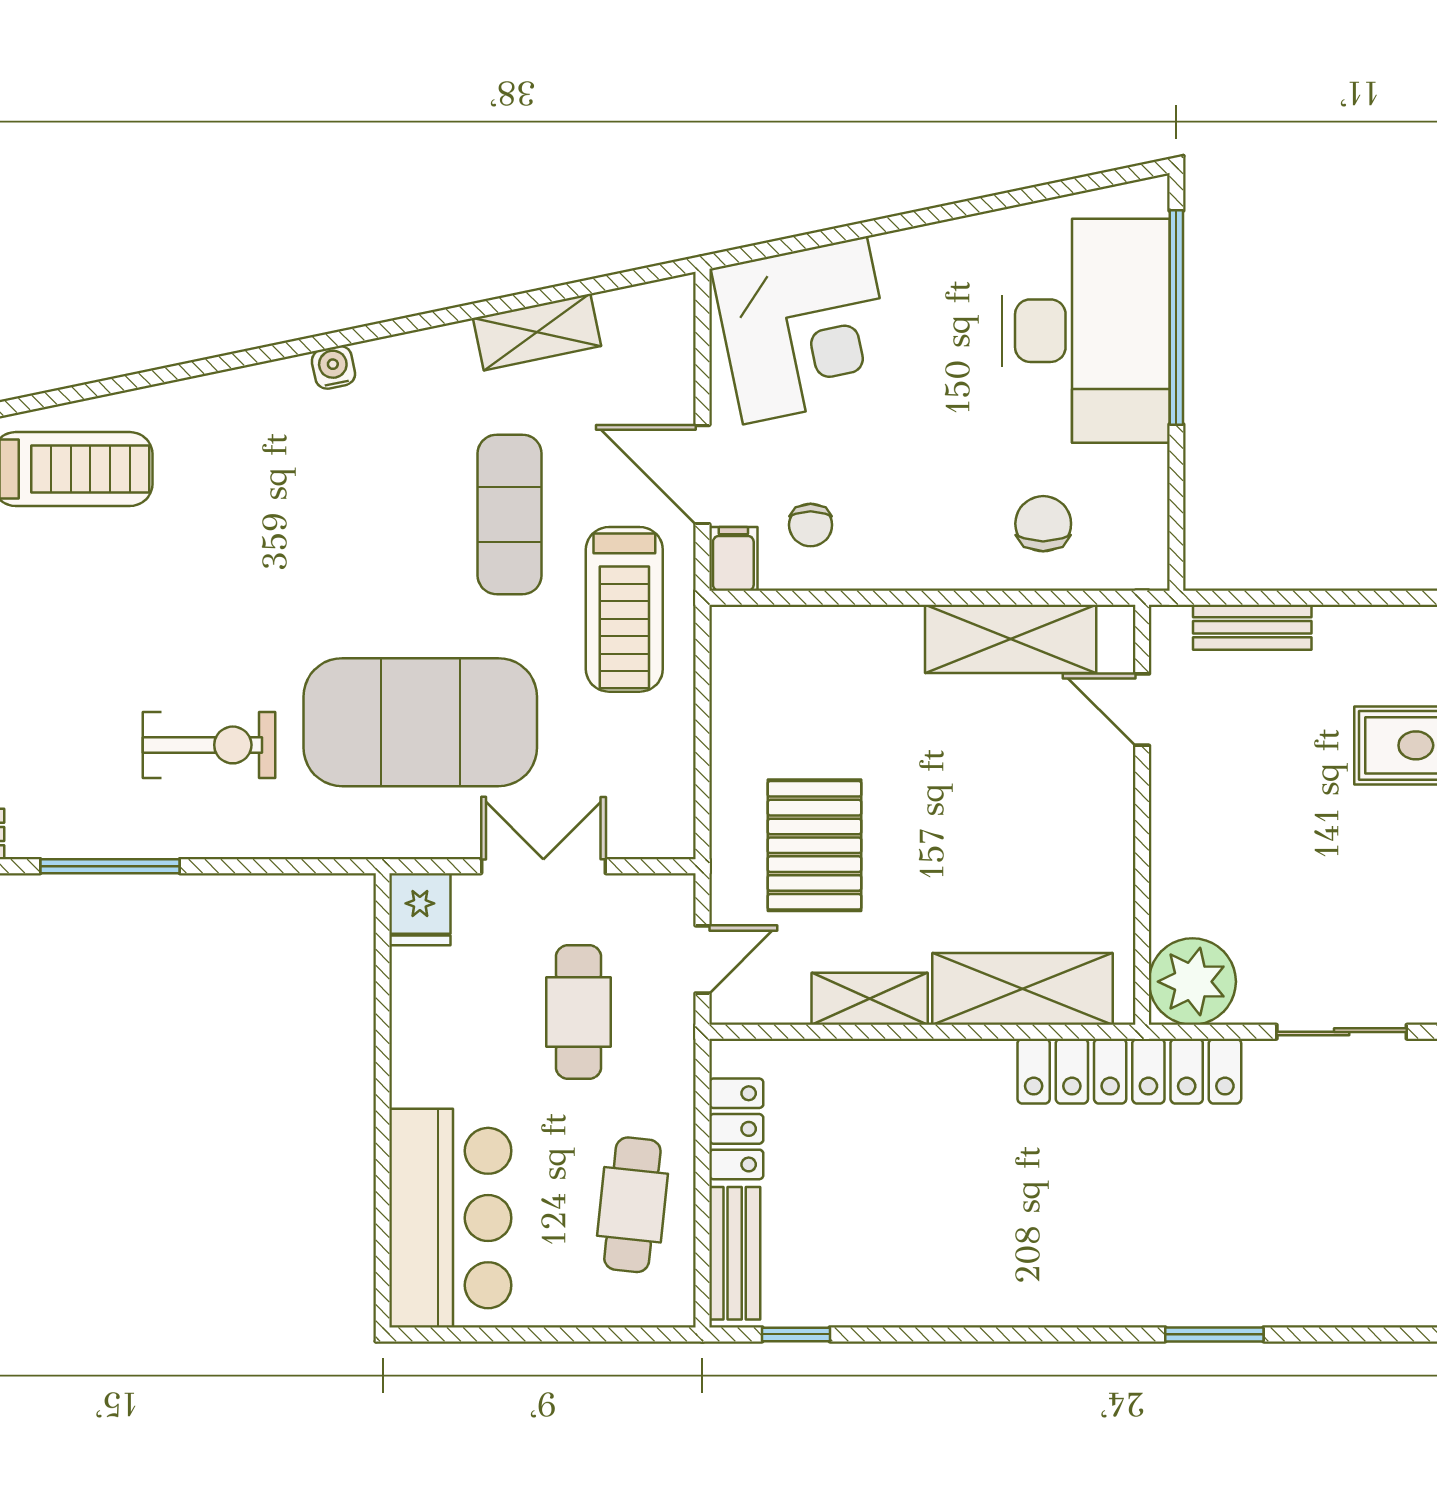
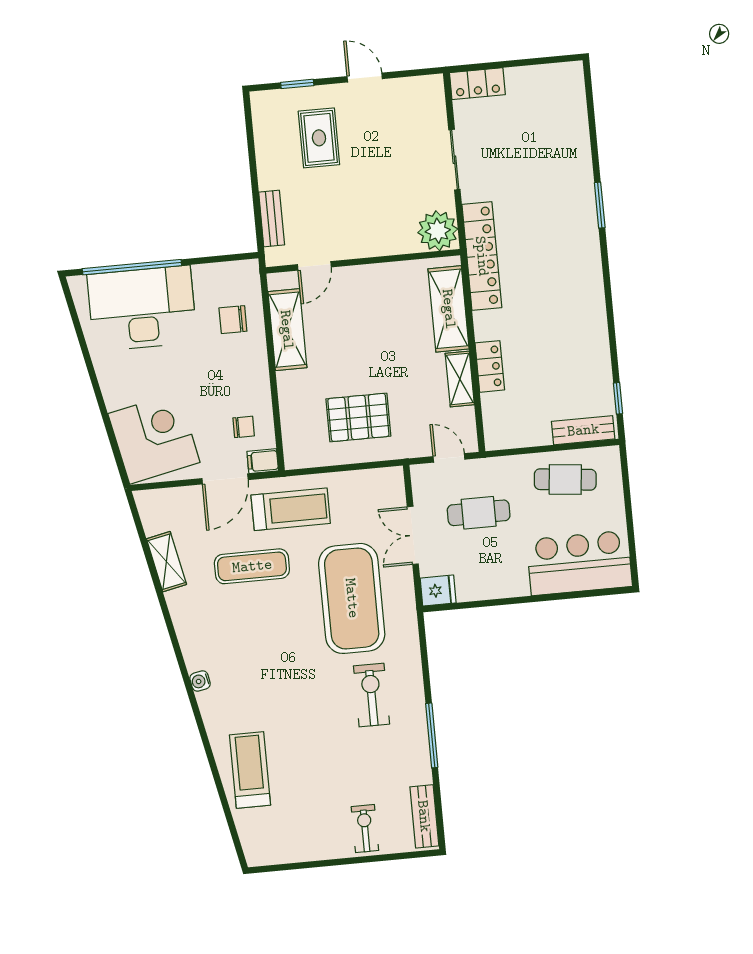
water cooler: (333, 367) -> (200, 681), moved
pallet: (814, 845) -> (358, 417), moved
locker: (736, 1129) -> (490, 366), moved, turned 90

